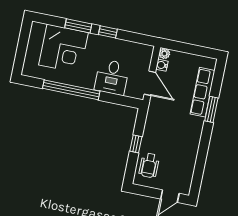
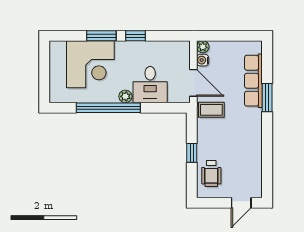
plant: (88, 83) -> (125, 96), added
coffee table: (161, 110) -> (211, 110), added

